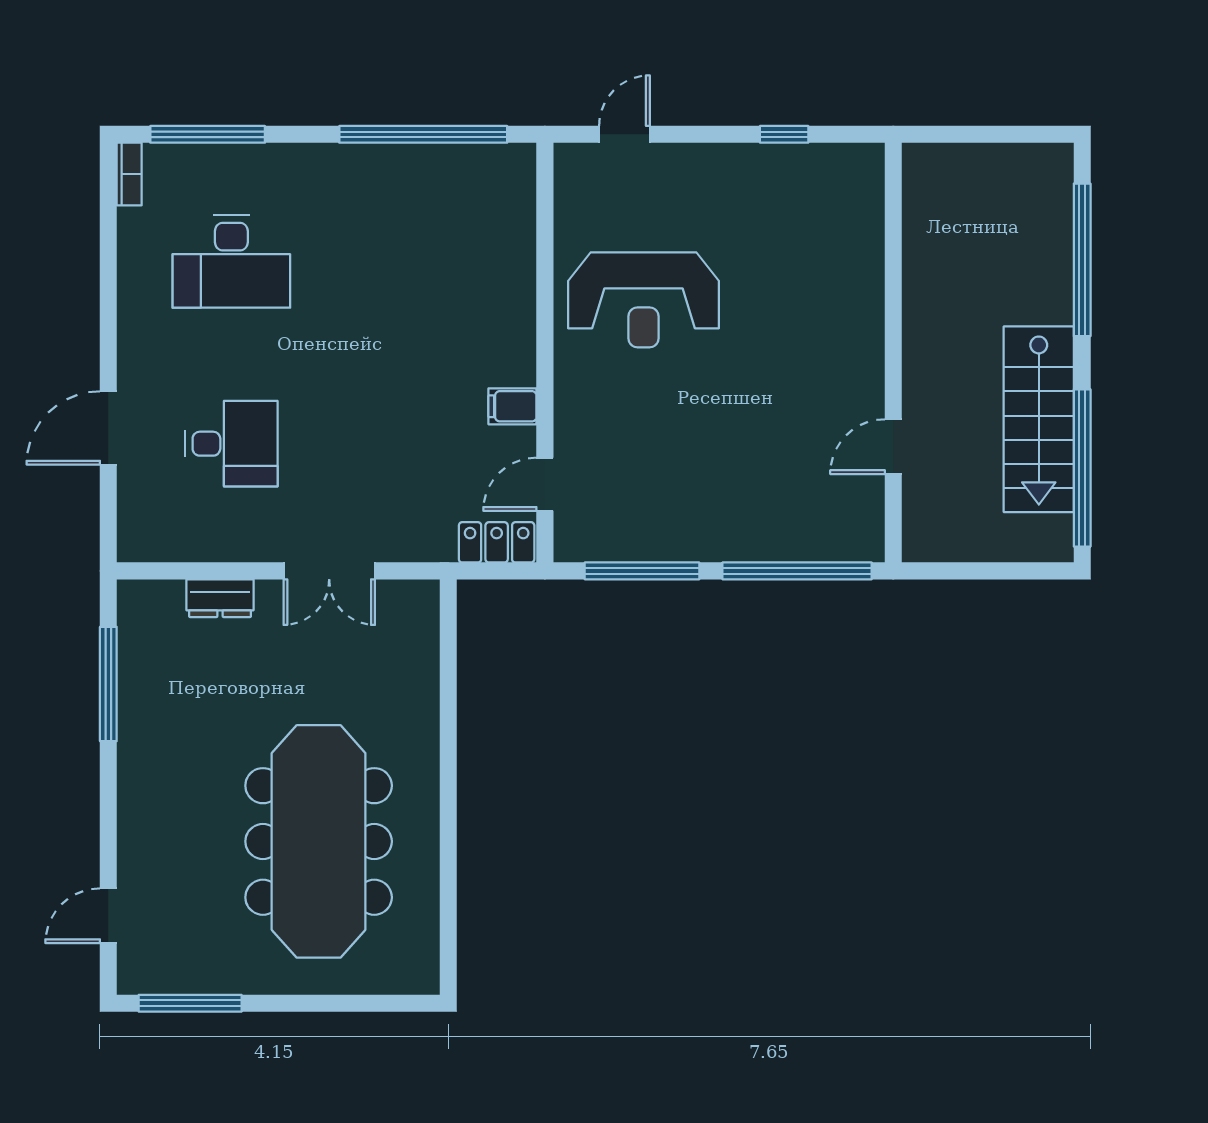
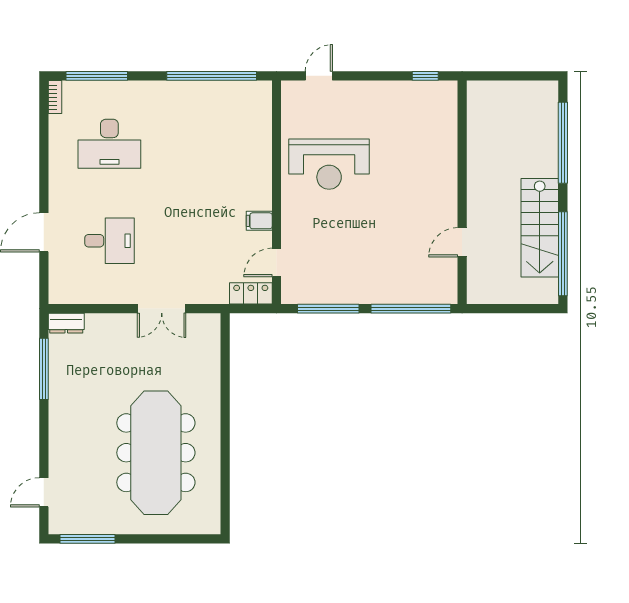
window: (784, 134) -> (425, 76), moved
dresser: (220, 598) -> (66, 323), moved

